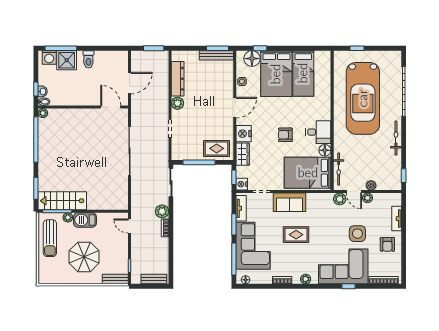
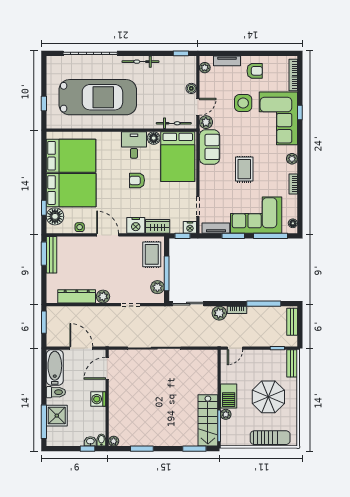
washing machine: (49, 57) -> (98, 399), moved, turned 180
bathtub: (111, 58) -> (55, 368), added
bed: (303, 73) -> (71, 156), width x1.50
armchair: (285, 135) -> (137, 180), turned 90
window: (36, 139) -> (142, 449), width x0.47
plant: (186, 154) -> (157, 287), added
plant: (367, 198) -> (205, 68), moved
sofa: (289, 202) -> (209, 147), moved
sun lounger: (50, 238) -> (270, 438), moved
window: (171, 253) -> (264, 304), added

